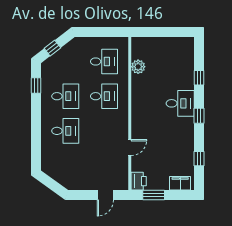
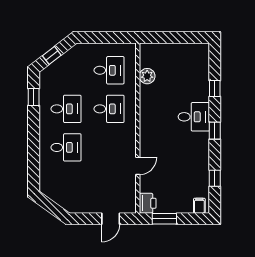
filing cabinet: (180, 183) -> (199, 206), width x0.50

